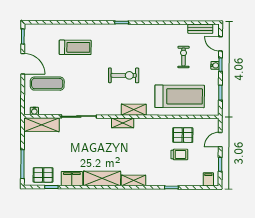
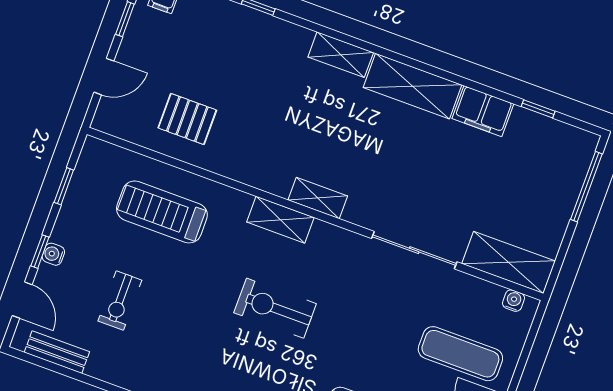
treadmill: (180, 96) -> (162, 212), width x0.73, depth x0.73
trolley: (179, 154) -> (212, 77), removed
pallet: (43, 175) -> (547, 144), removed

